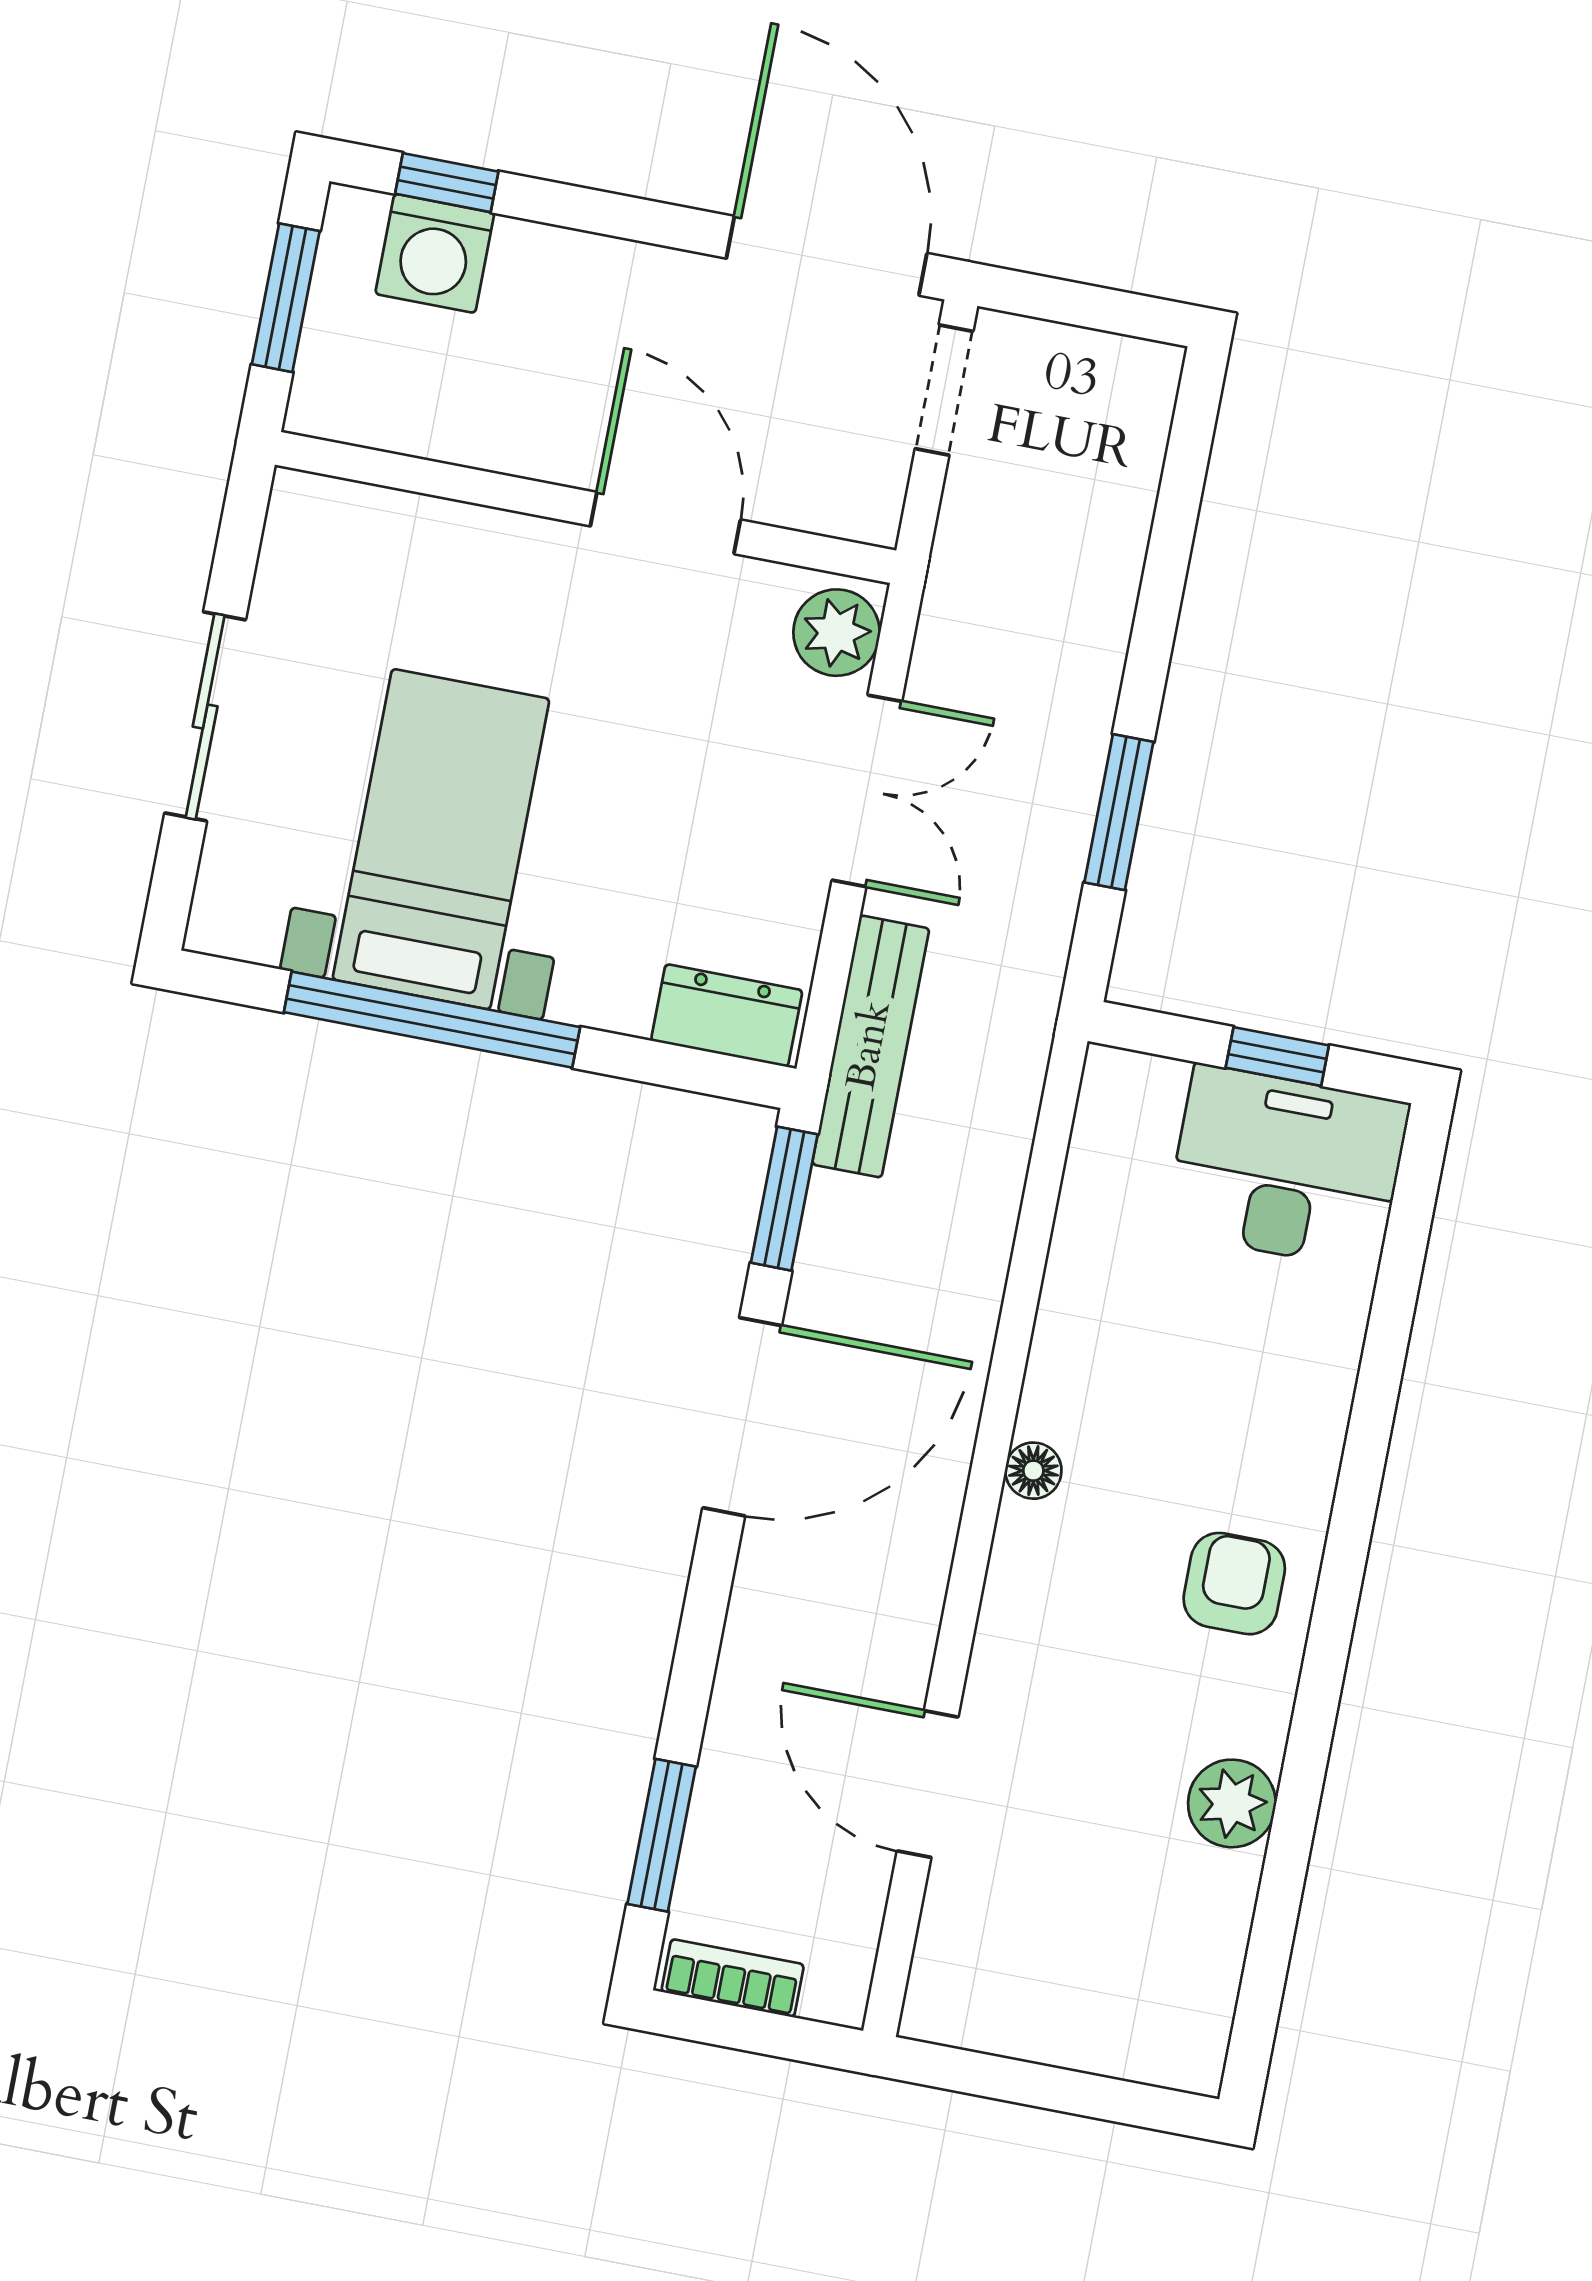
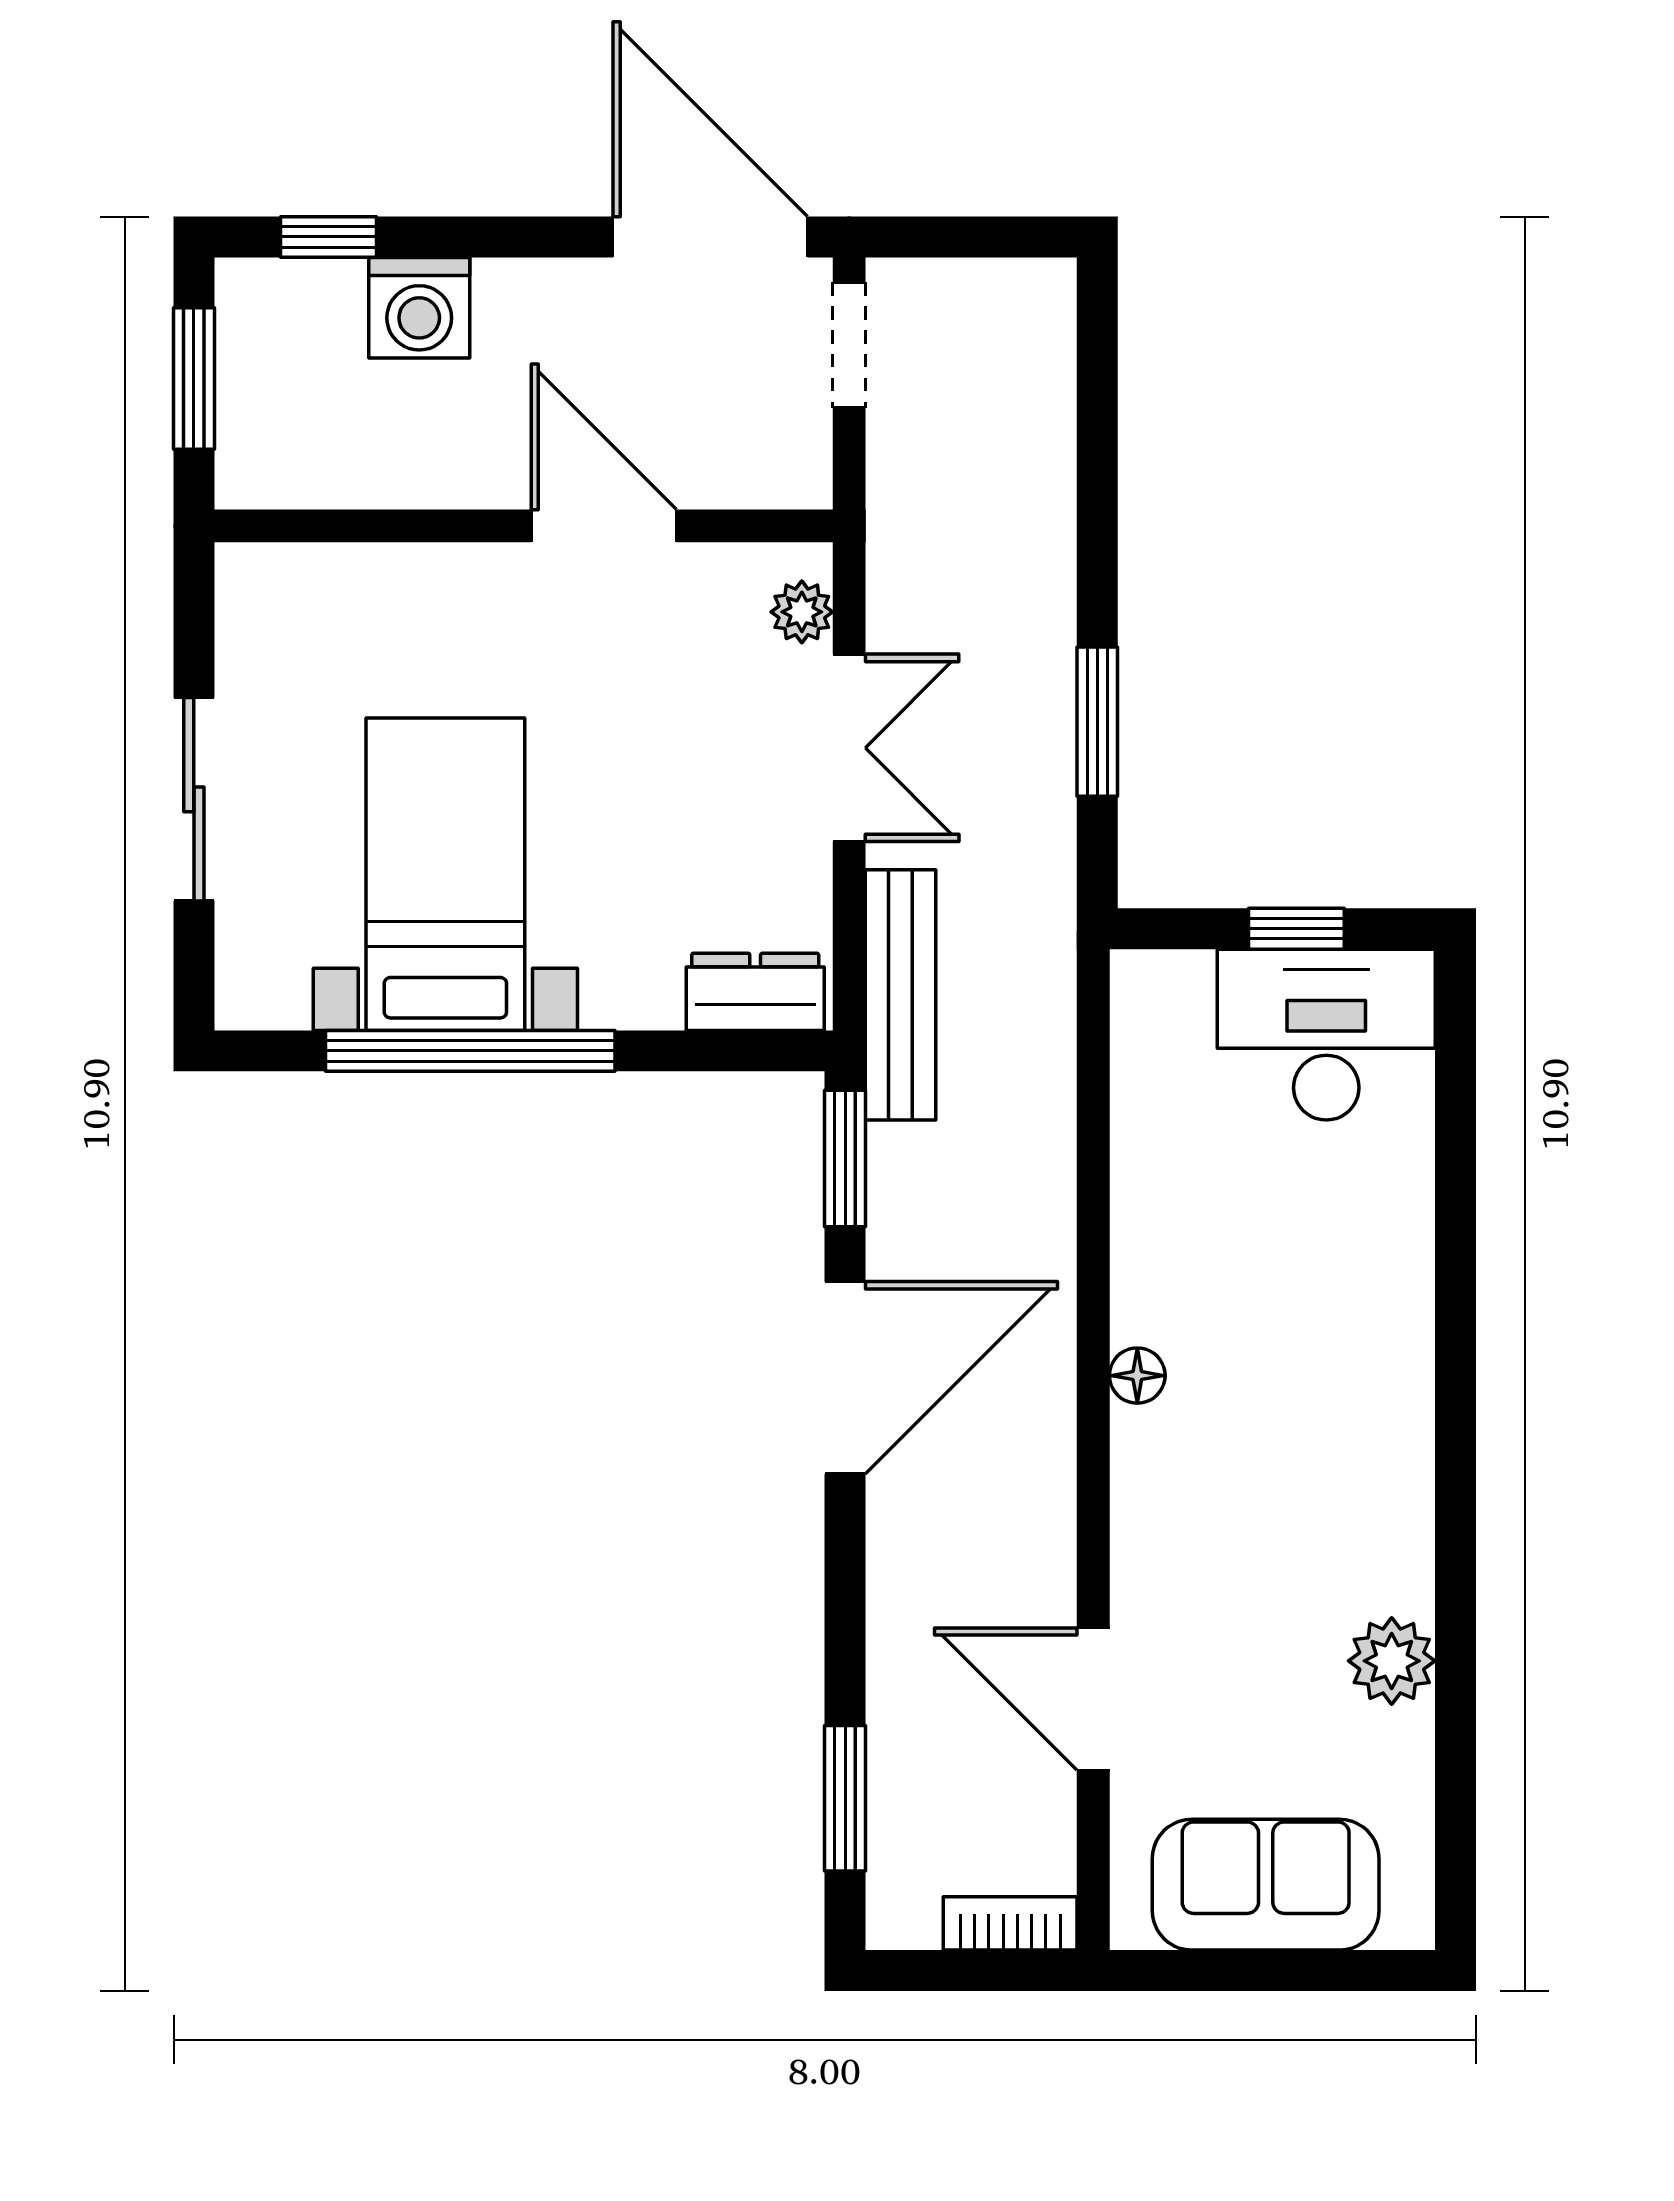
washing machine: (435, 253) -> (419, 308), moved
plant: (837, 633) -> (802, 612), width x0.73, depth x0.73
armchair: (1234, 1584) -> (1353, 1448), removed
bookcase: (733, 1978) -> (1010, 1923), moved
sofa: (1064, 2002) -> (1266, 1885), added

